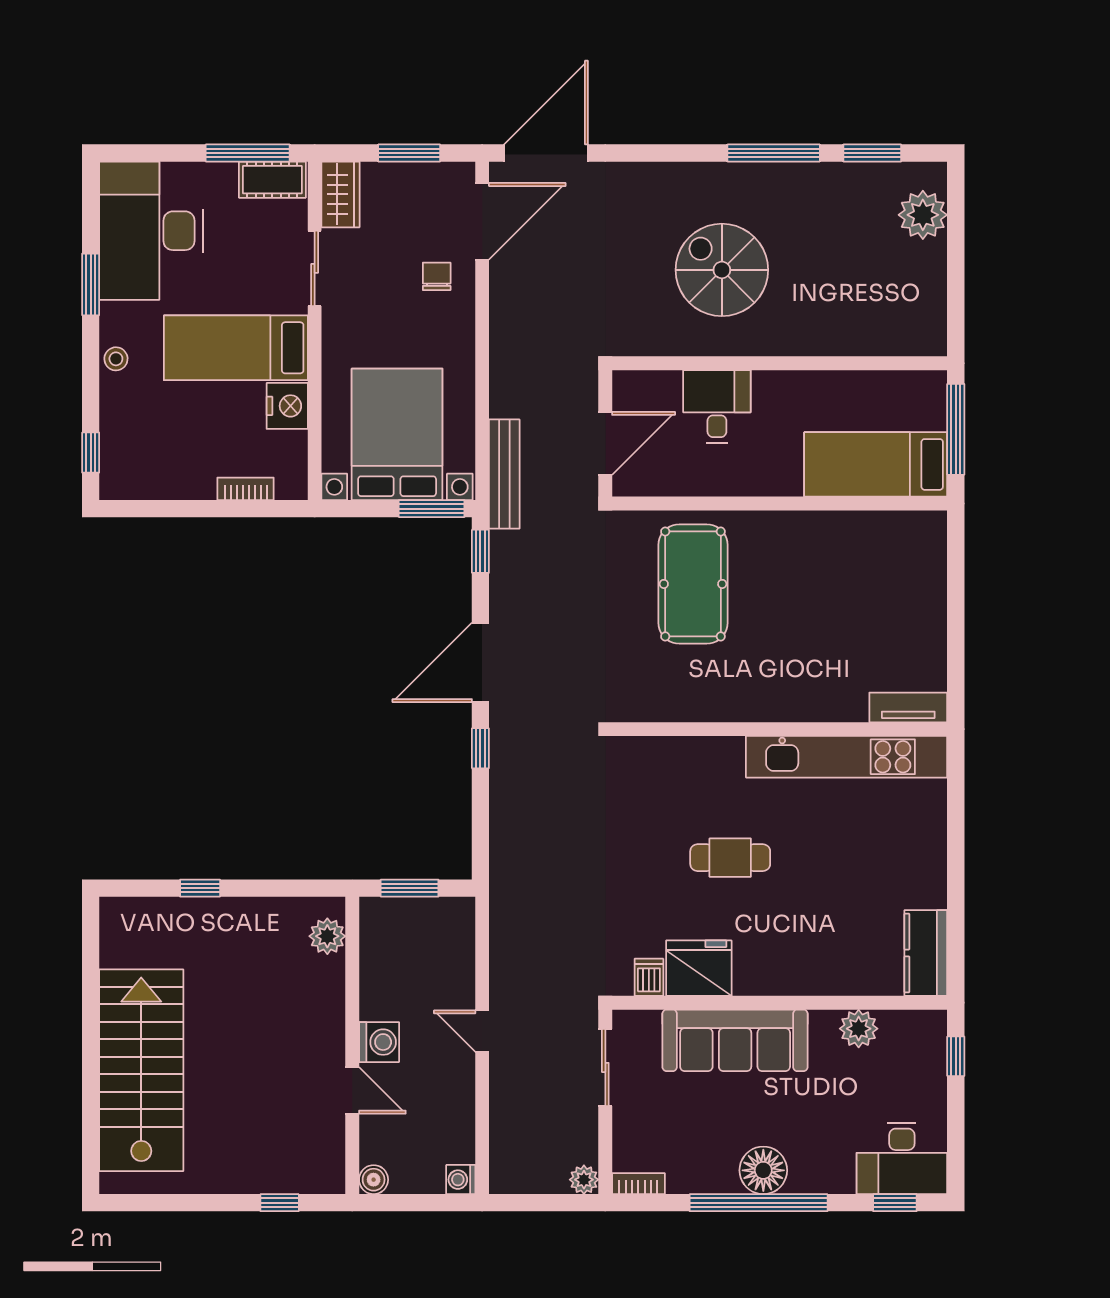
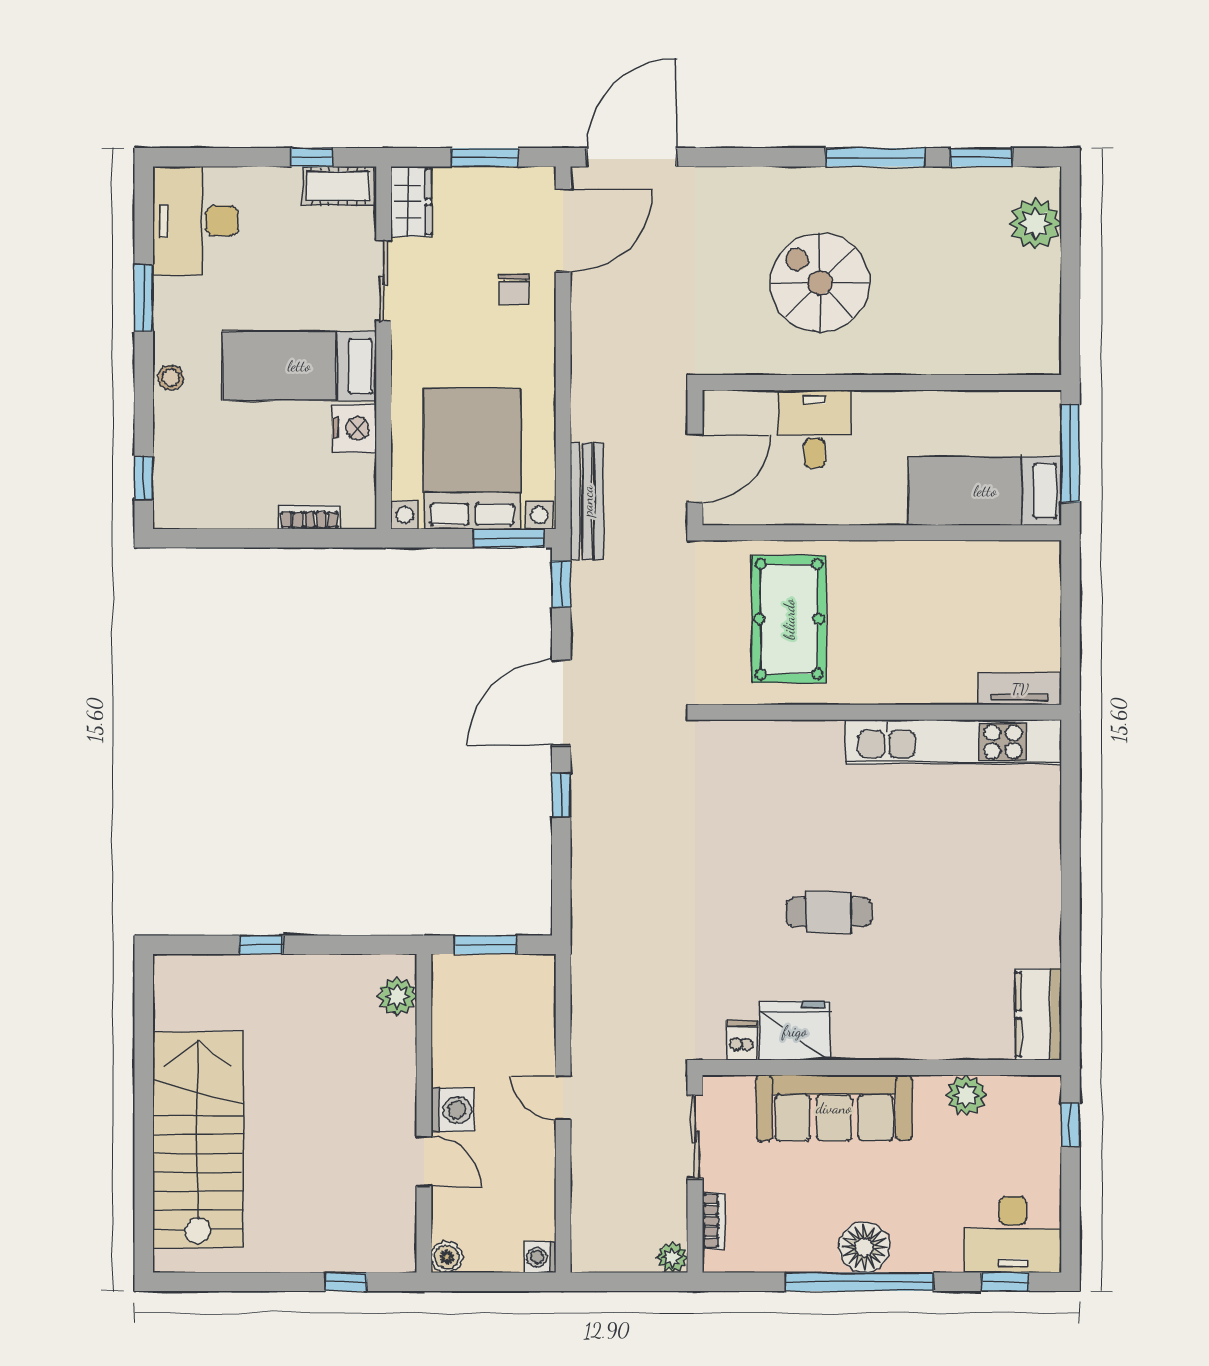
window: (248, 153) -> (312, 157), width x0.46
desk: (151, 231) -> (196, 221), width x0.73, depth x0.77
chair: (437, 276) -> (514, 289), turned 180
tv unit: (908, 707) -> (1020, 689), moved
wall: (780, 729) -> (882, 712), moved
kitchen unit: (847, 757) -> (954, 742), moved
bookcase: (638, 1184) -> (714, 1221), moved, turned 90

